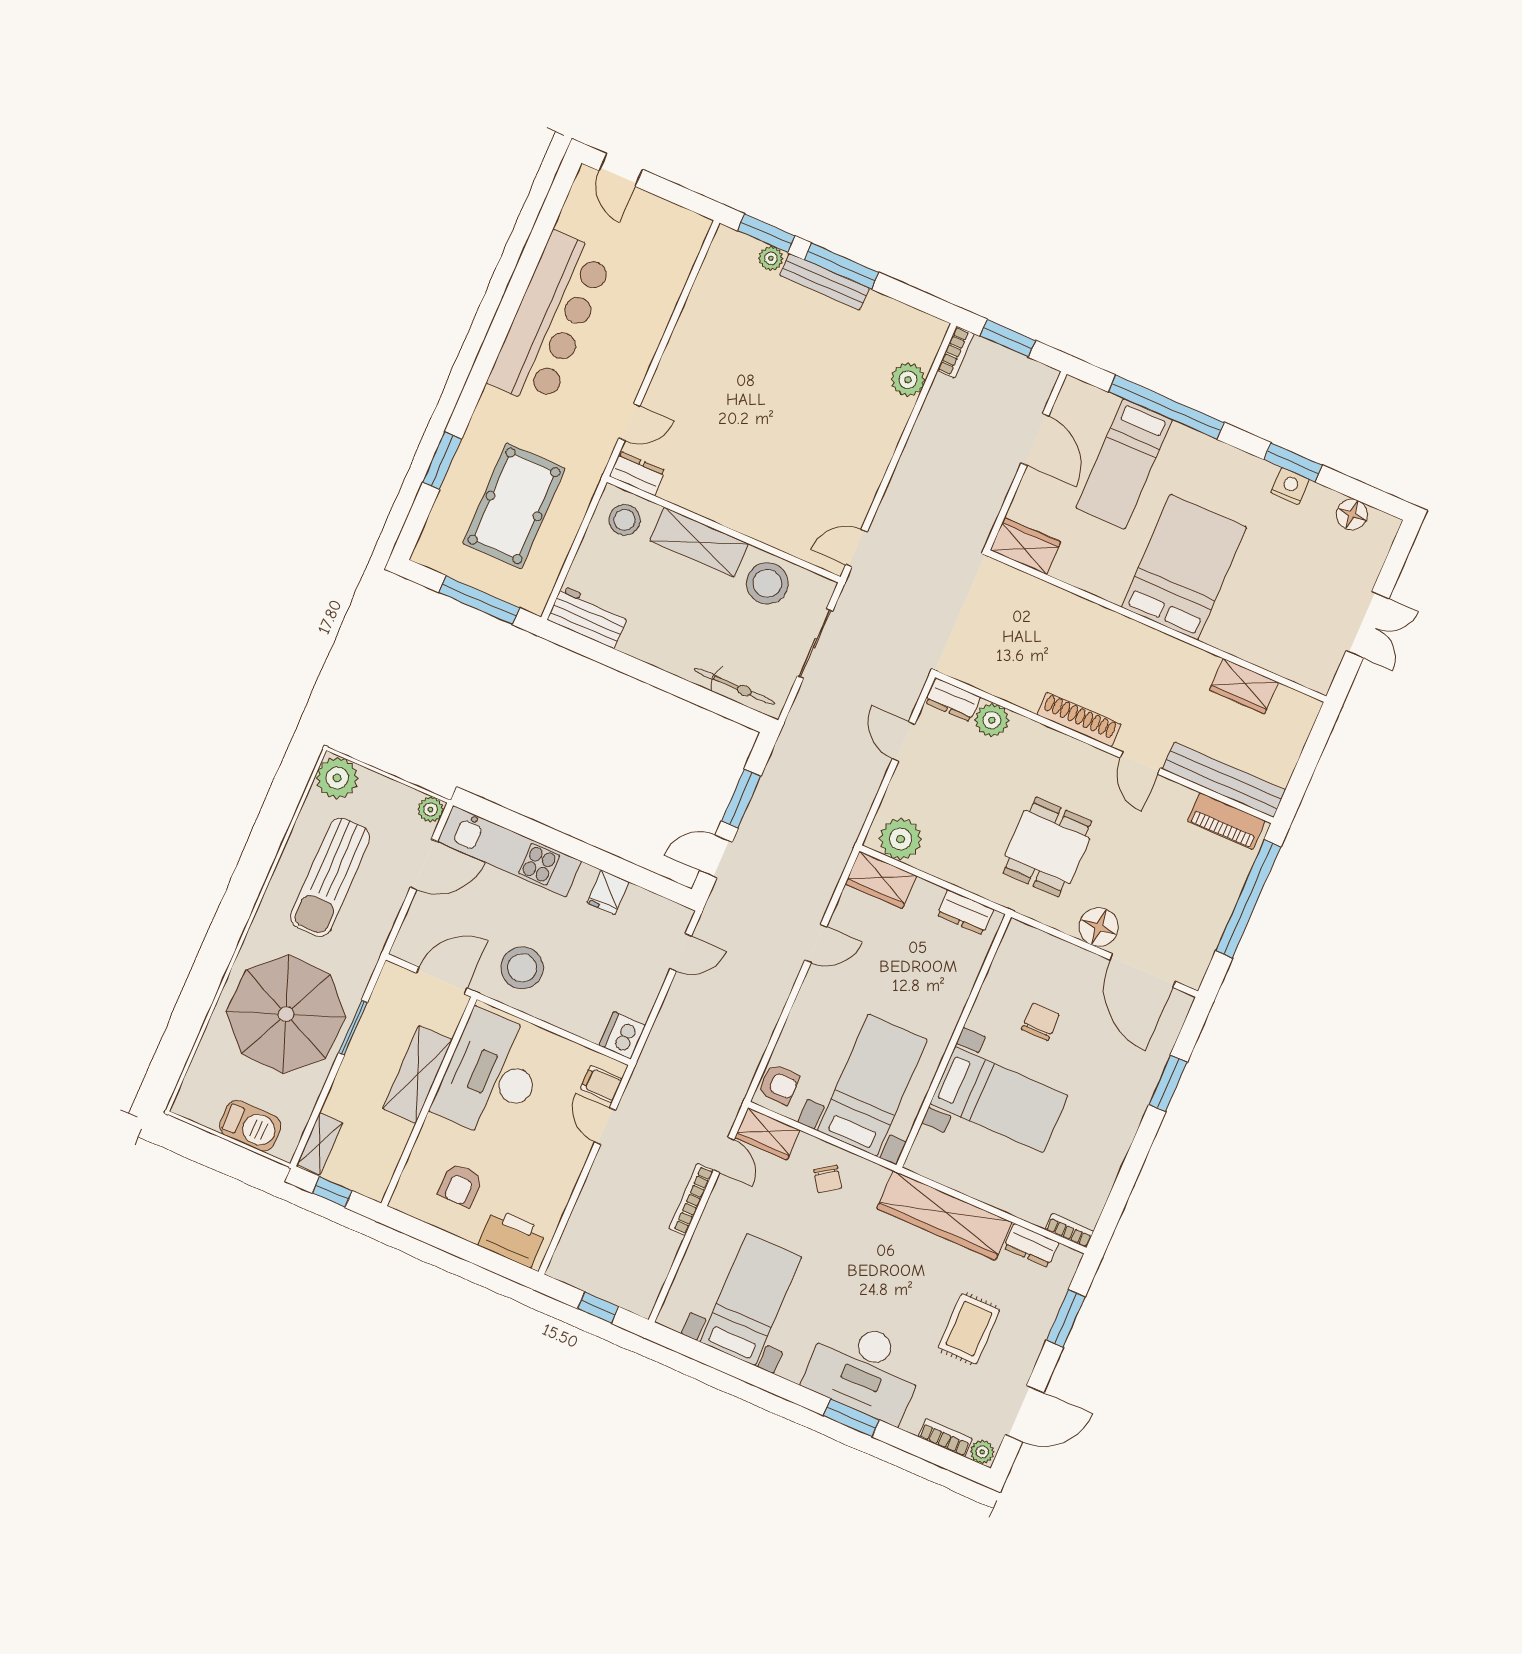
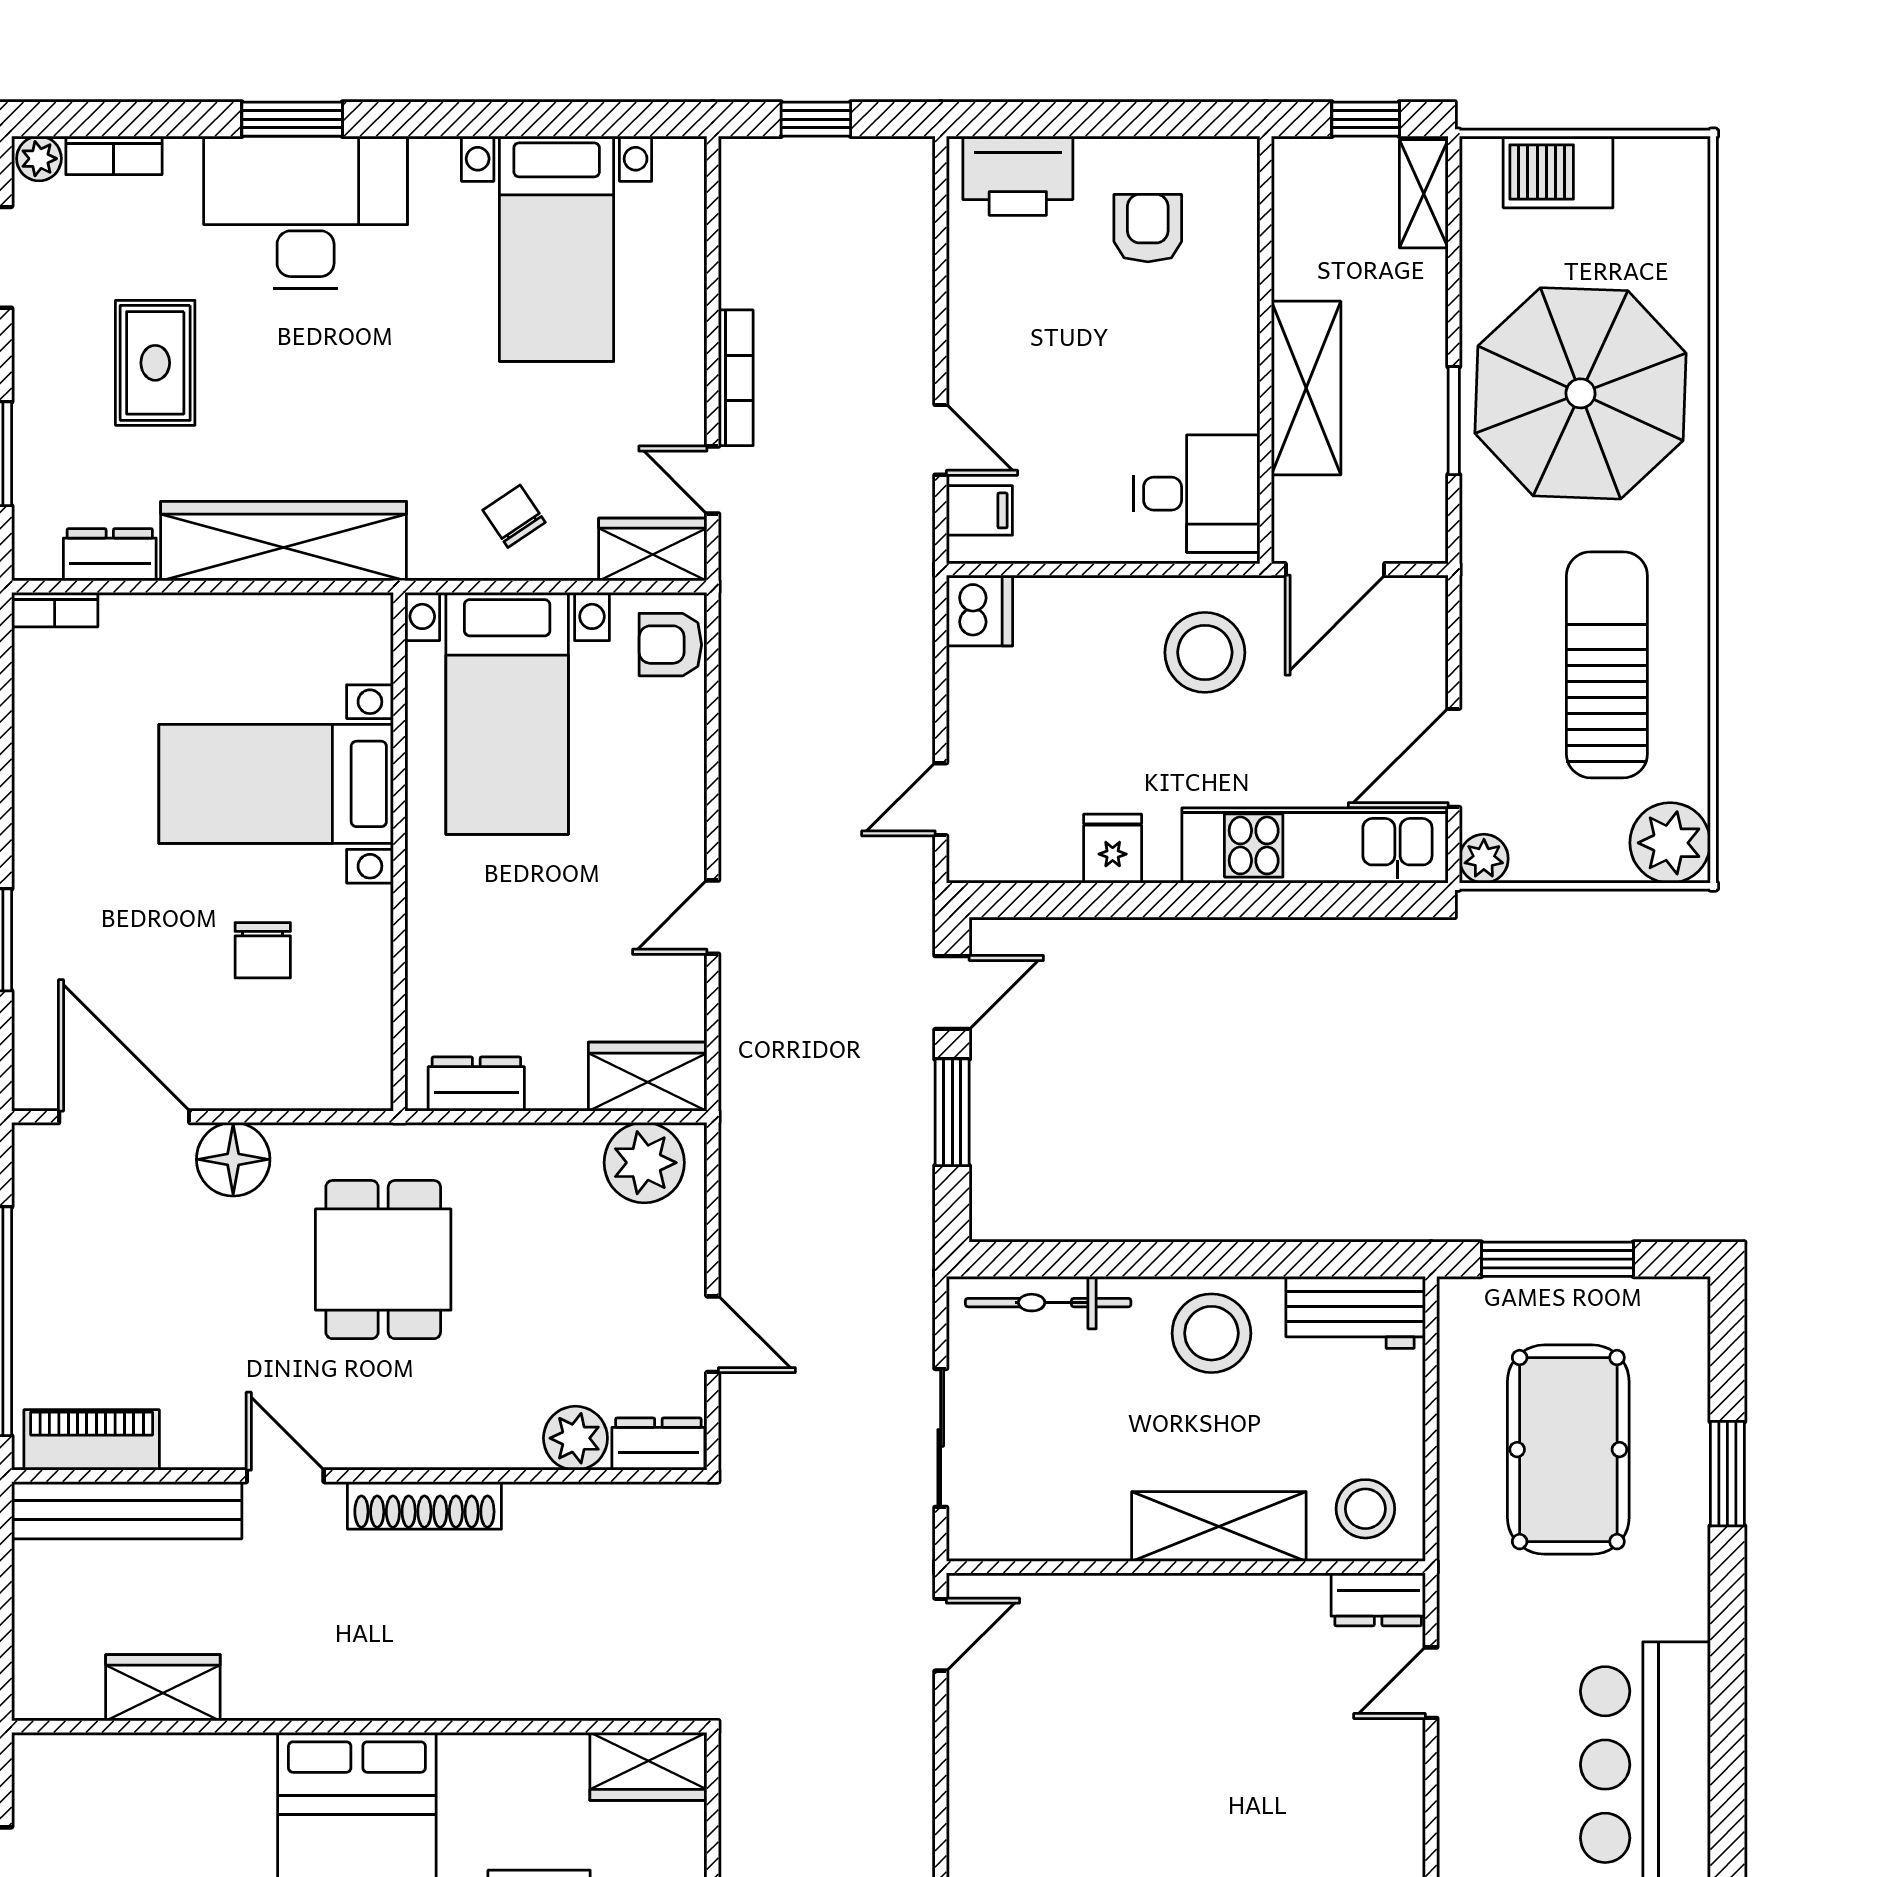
stool: (767, 583) -> (1211, 1333), moved
desk: (491, 1075) -> (1197, 494), width x0.53, depth x0.77

